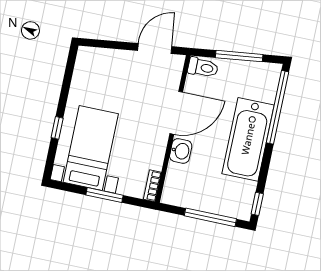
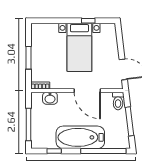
window: (57, 128) -> (88, 21), moved
bed with nightstands: (91, 148) -> (79, 47), moved, turned 90
washbasin: (181, 151) -> (50, 98), moved
window: (257, 204) -> (54, 151), moved

